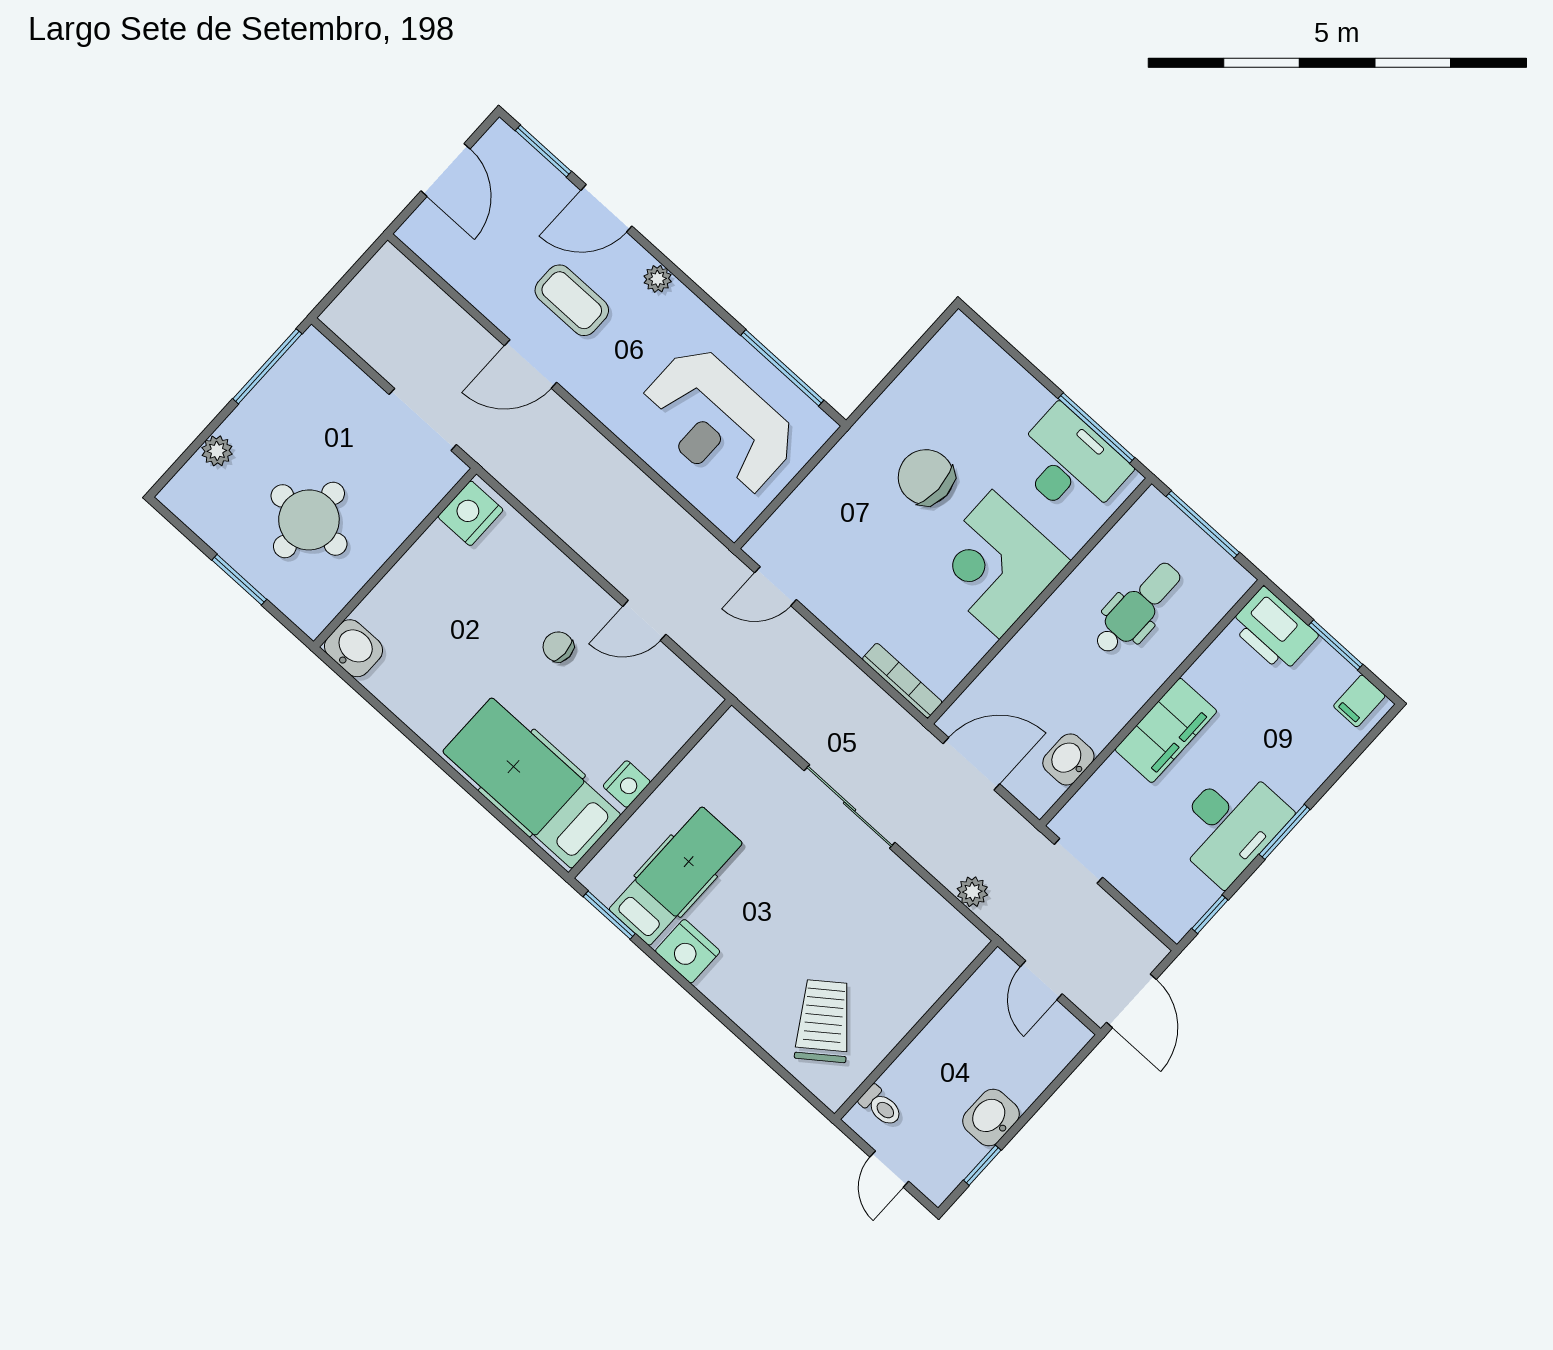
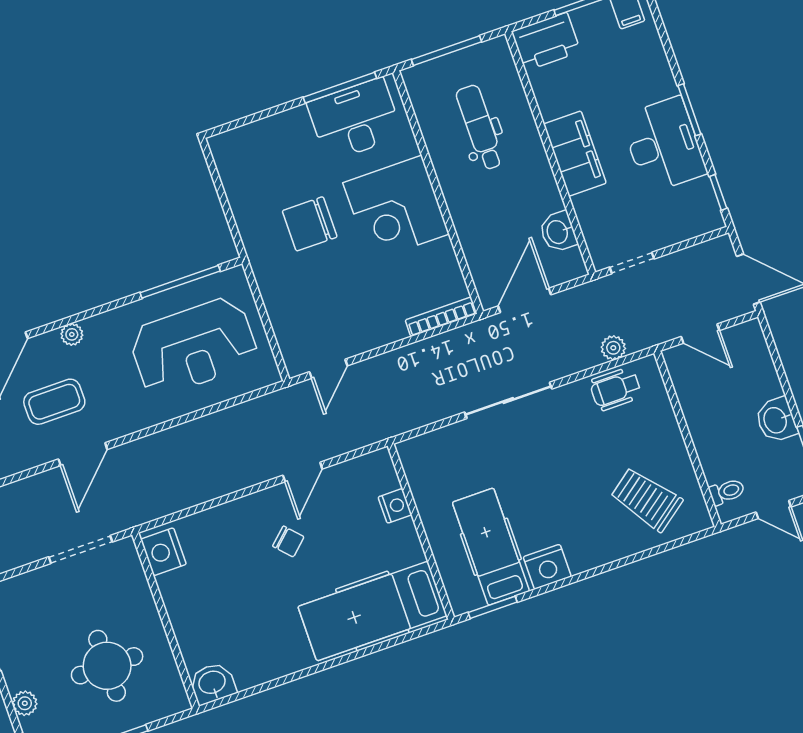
chair: (558, 647) -> (288, 541), turned -133
nightstand: (627, 784) -> (395, 506), moved
wheelchair: (928, 919) -> (616, 389), added

